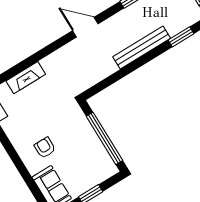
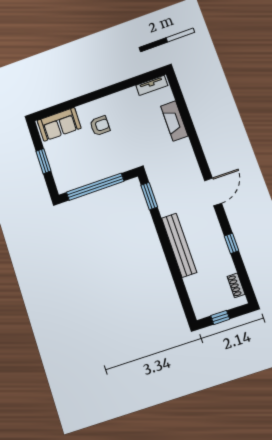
window: (181, 37) -> (149, 196), moved

